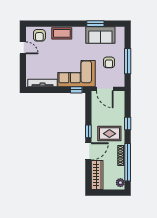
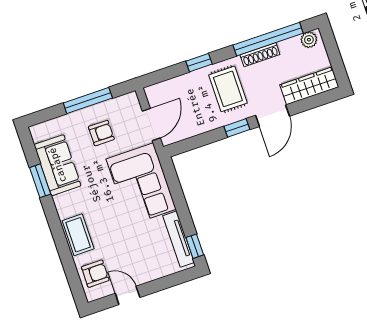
door: (23, 48) -> (128, 295), hinge flipped
window: (76, 90) -> (195, 246), moved
door: (88, 151) -> (272, 116), swing flipped

